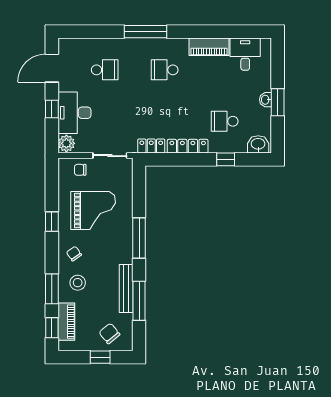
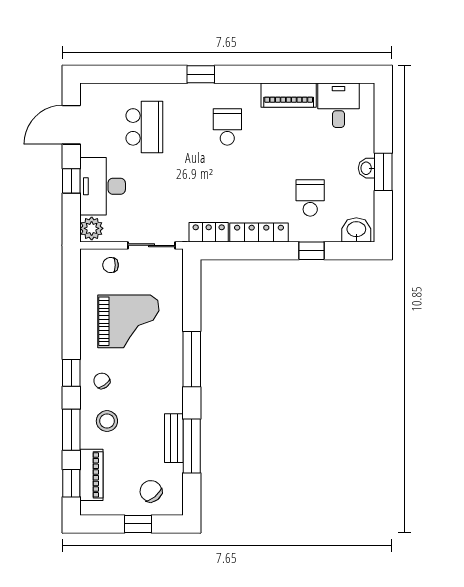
window: (145, 32) -> (201, 74), width x0.46
school desk: (105, 70) -> (144, 127), width x1.85
school desk: (165, 70) -> (227, 127), turned 90
school desk: (225, 121) -> (310, 198), turned 90
window: (52, 222) -> (71, 373), moved
bench: (126, 289) -> (174, 438), width x0.73

